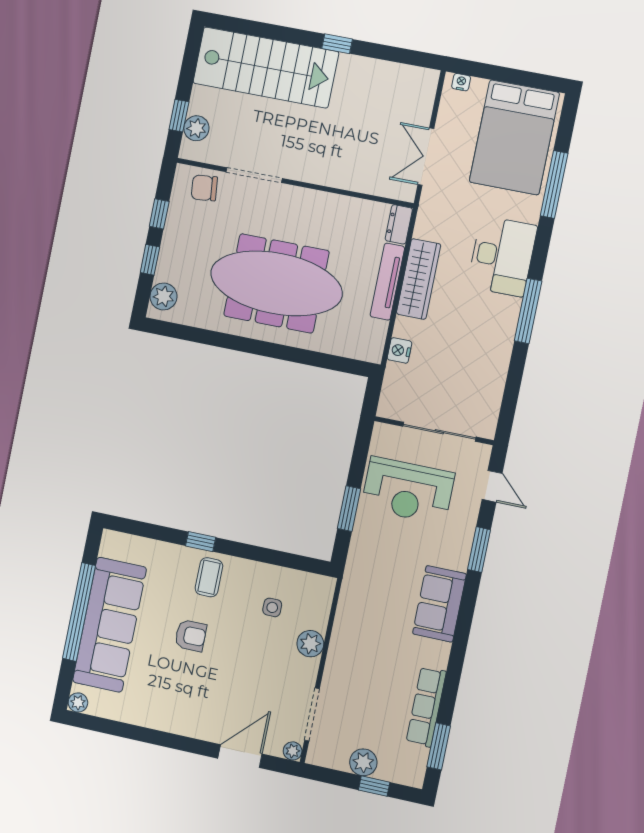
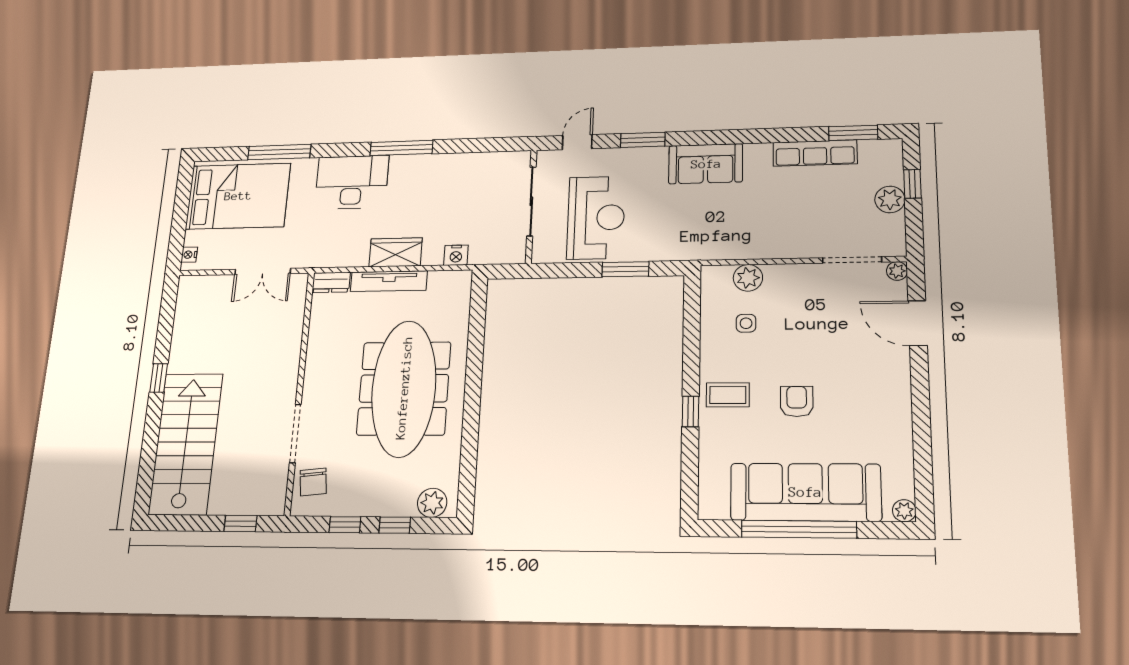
plant: (196, 128) -> (252, 502), removed
wardrobe: (419, 279) -> (395, 252), width x0.67
plant: (310, 644) -> (748, 278), moved

